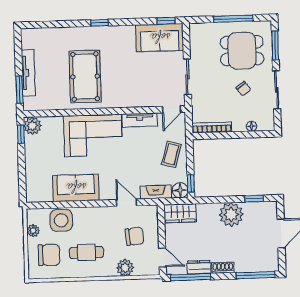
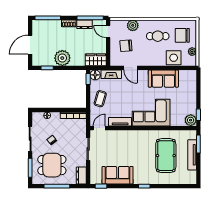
dresser: (197, 36) -> (81, 176), added
sofa: (160, 38) -> (118, 175), moved
pool table: (85, 77) -> (166, 156), moved

